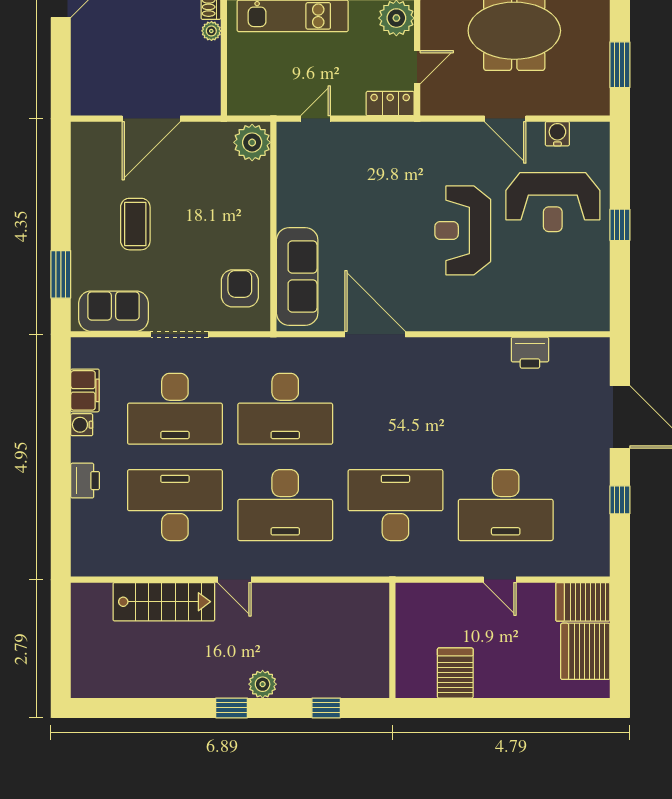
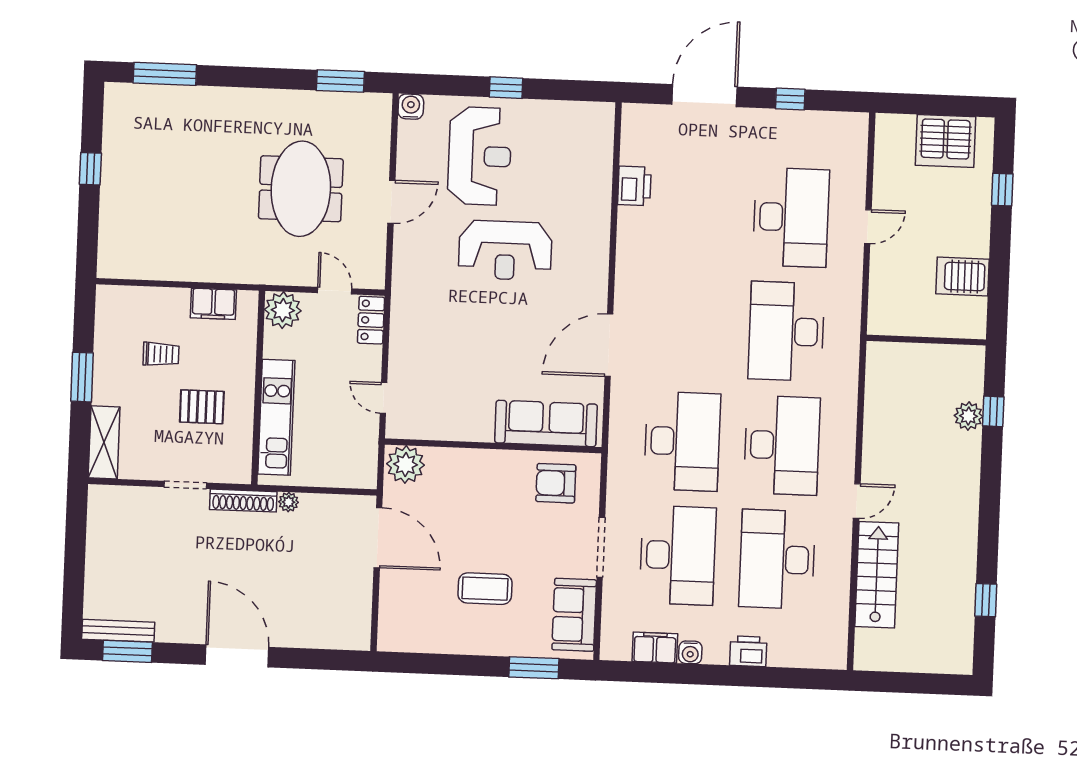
door: (151, 119) -> (378, 538), moved
water cooler: (557, 134) -> (411, 107), moved, turned 90
server rack: (583, 602) -> (894, 142), removed
plant: (263, 684) -> (968, 416), moved
window: (232, 708) -> (986, 600), moved
window: (541, 708) -> (1002, 190), added

